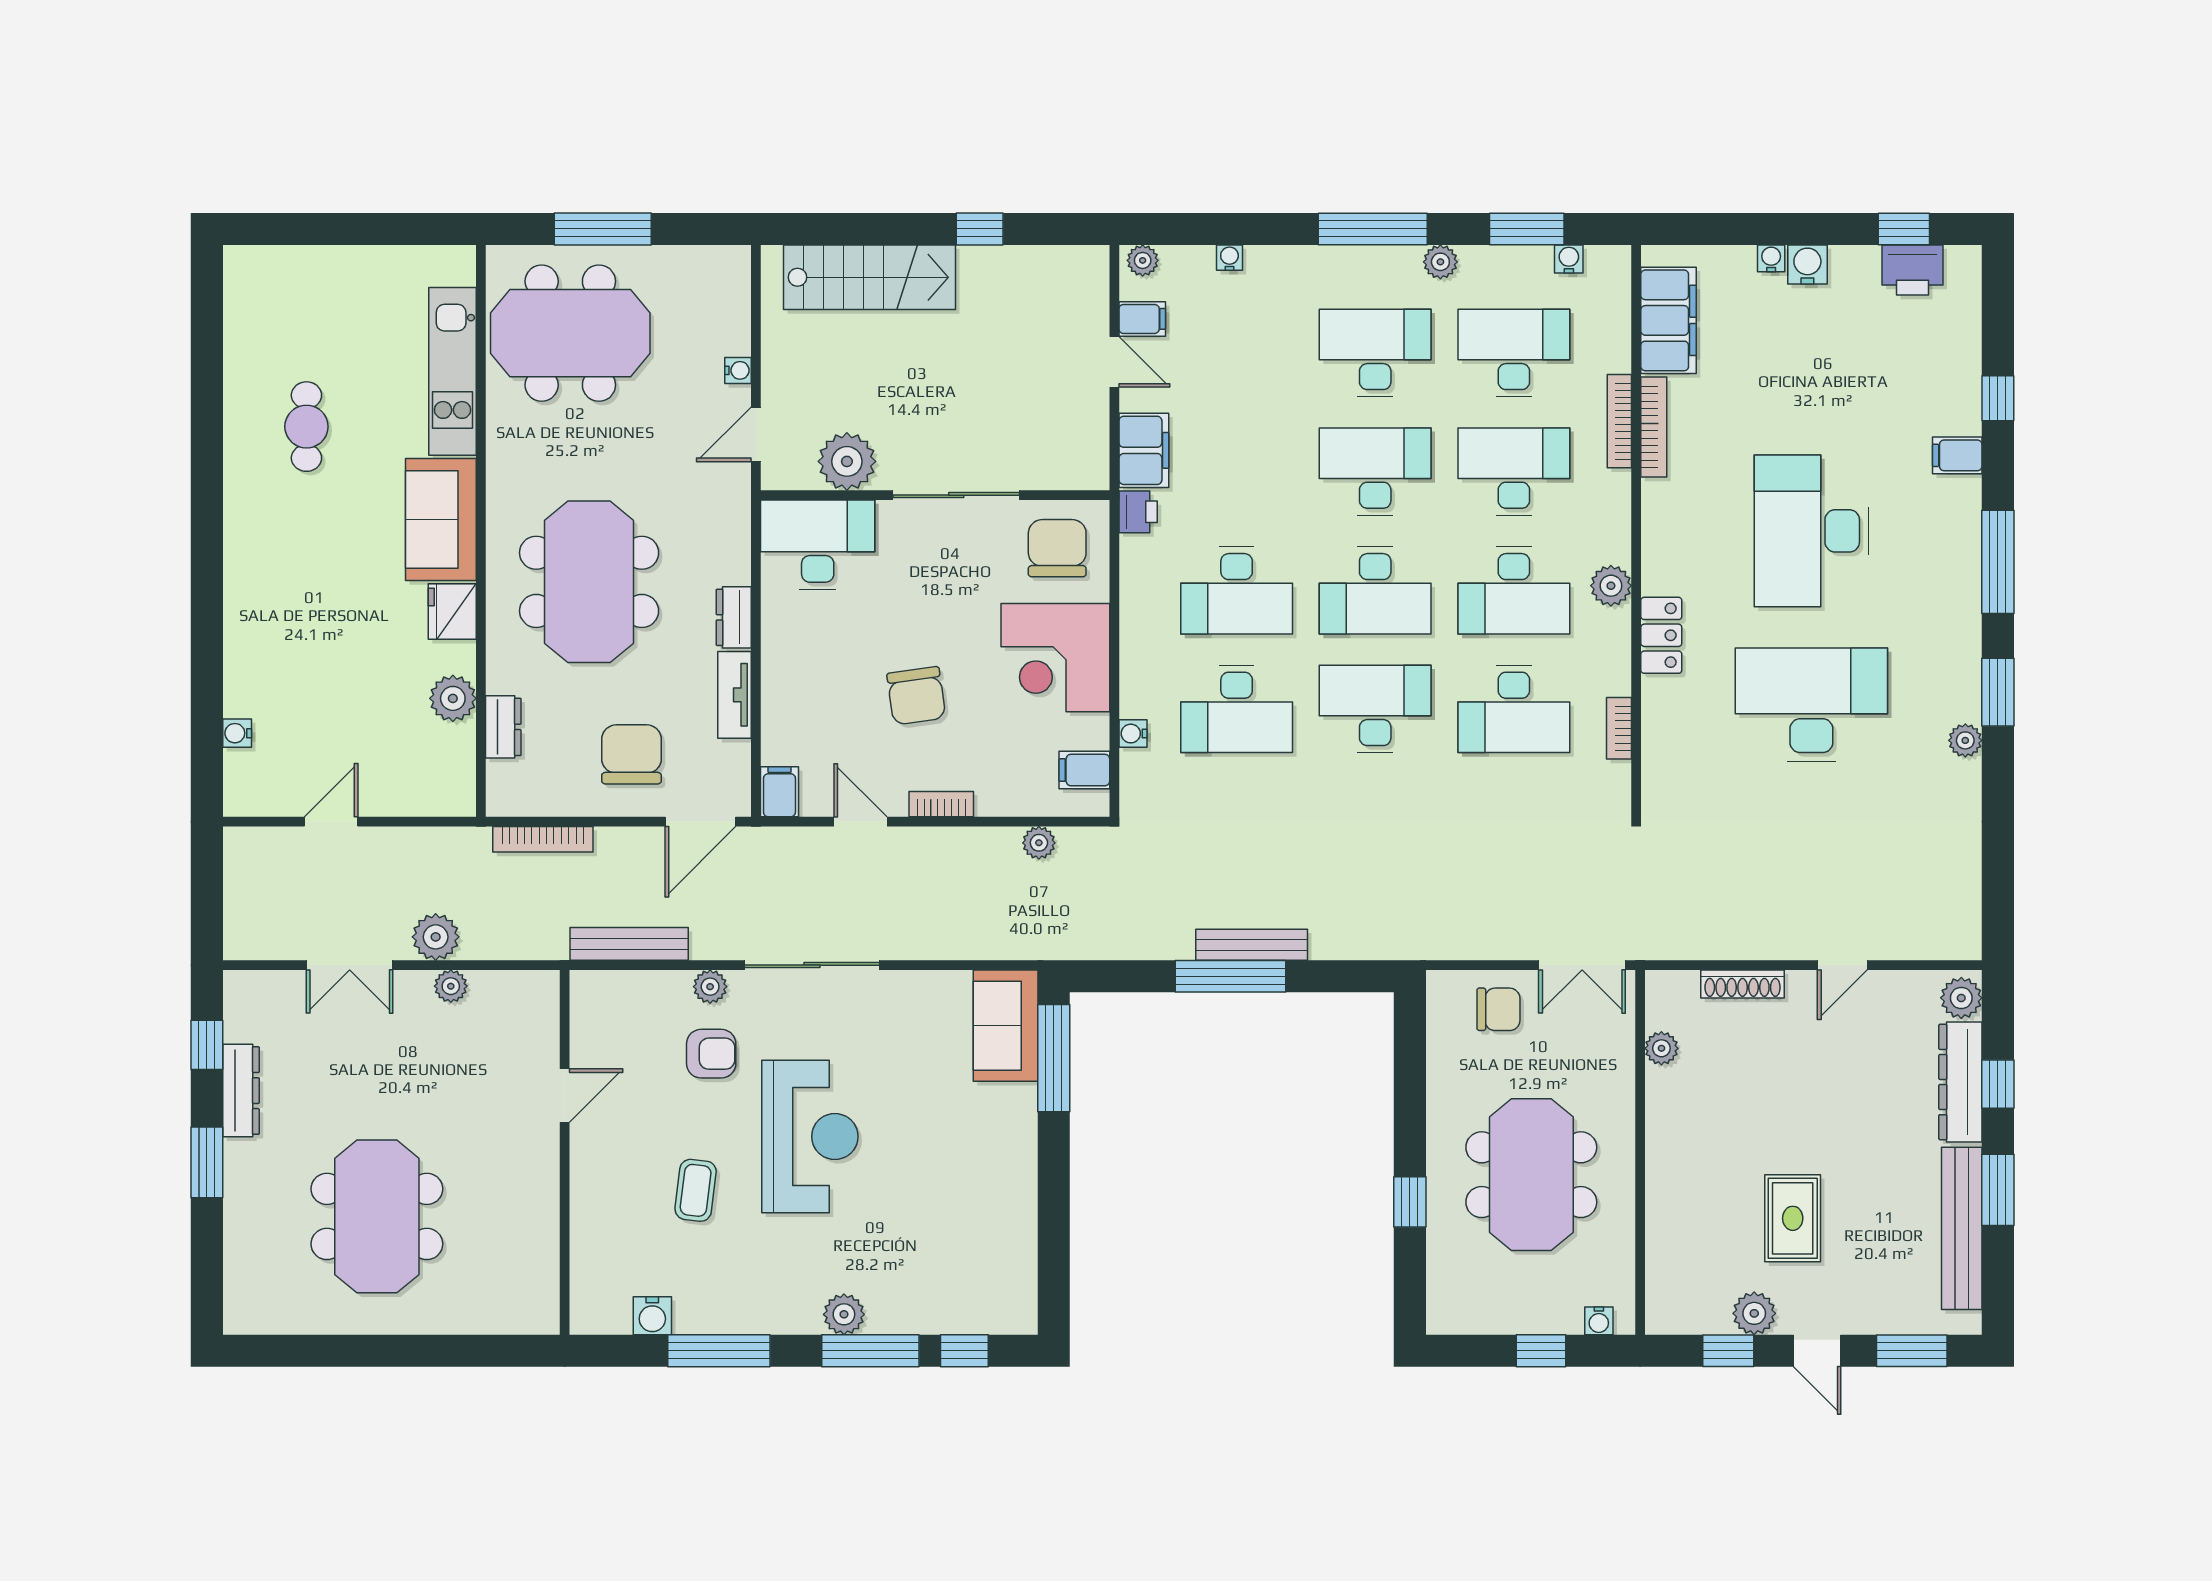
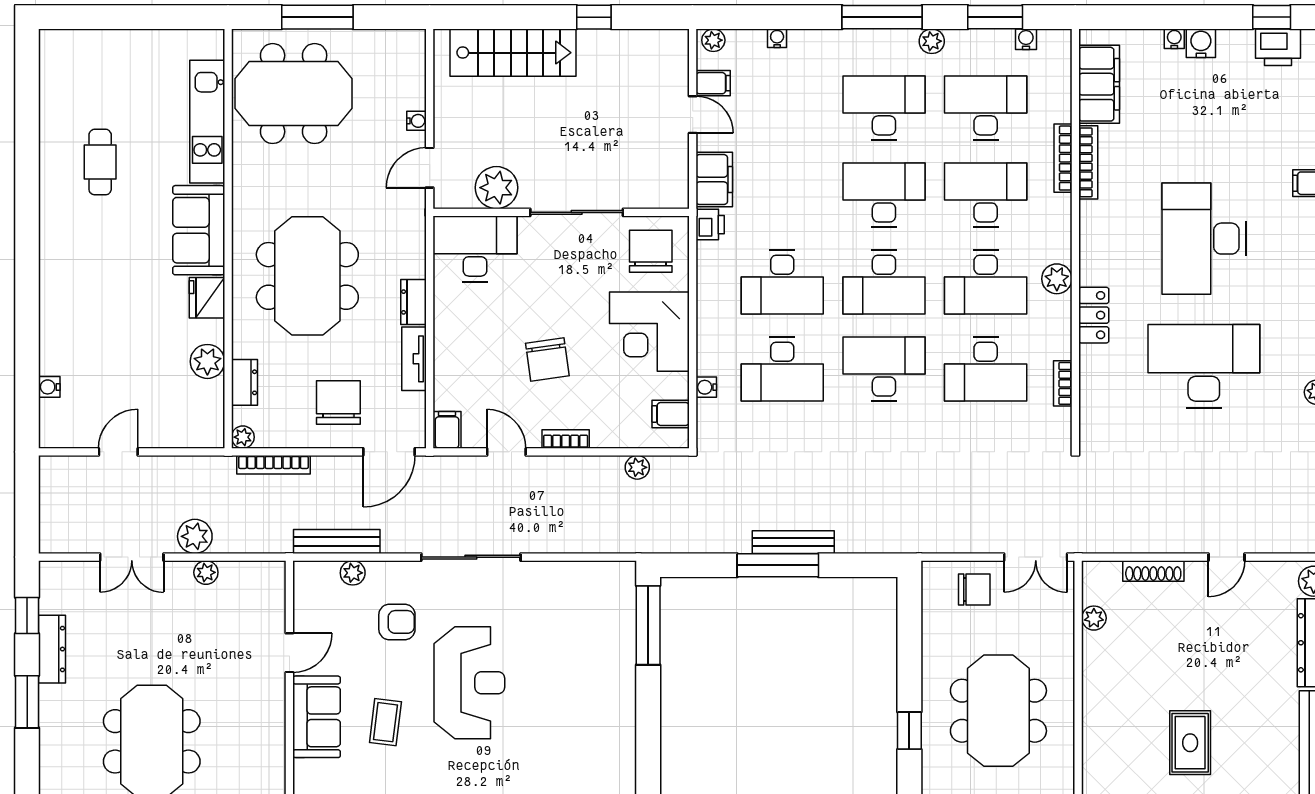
plant: (501, 802) -> (243, 437), added
plant: (710, 987) -> (353, 573), moved
sofa: (1006, 1026) -> (317, 717), moved, turned 180

